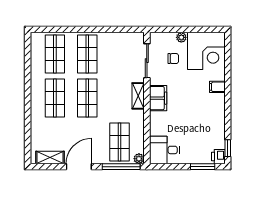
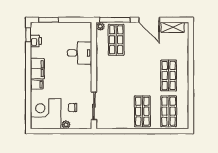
shelving: (138, 96) -> (101, 77), removed
shop shelf: (87, 98) -> (142, 75), removed
filing cabinet: (158, 98) -> (37, 69), moved, turned 180
desk: (165, 150) -> (80, 53), moved
printer: (218, 157) -> (36, 41), moved
door: (79, 167) -> (149, 20), hinge flipped

